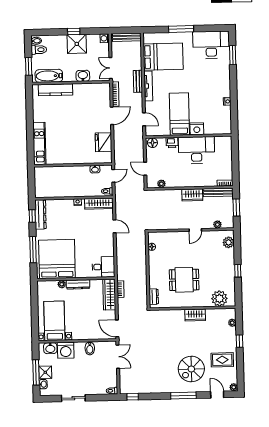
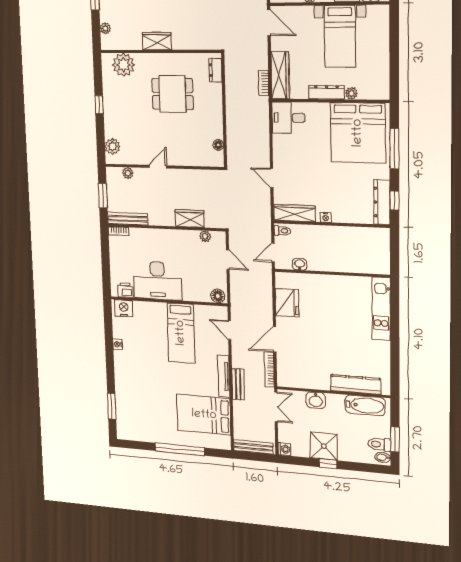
window: (181, 29) -> (180, 449), width x1.46
desk: (211, 45) -> (140, 423), removed
window: (29, 66) -> (395, 439), moved
nightstand: (197, 129) -> (124, 308), moved
printer: (172, 143) -> (125, 290), moved
wardrobe: (192, 195) -> (190, 219), moved
bed with nightstands: (54, 321) -> (340, 36), moved

